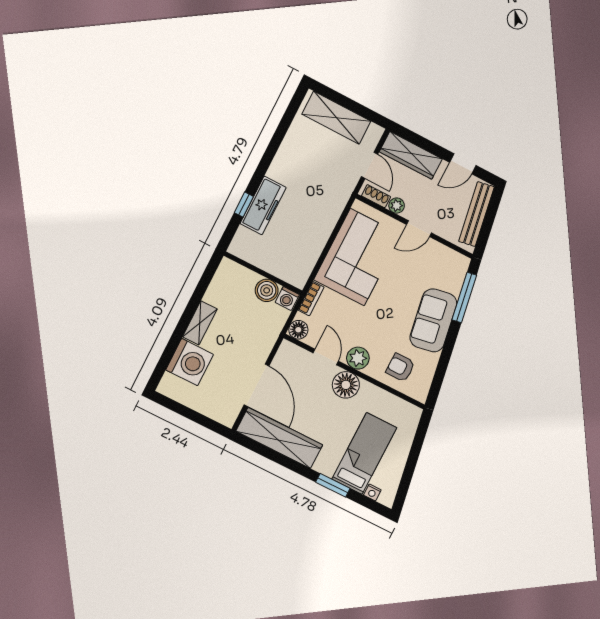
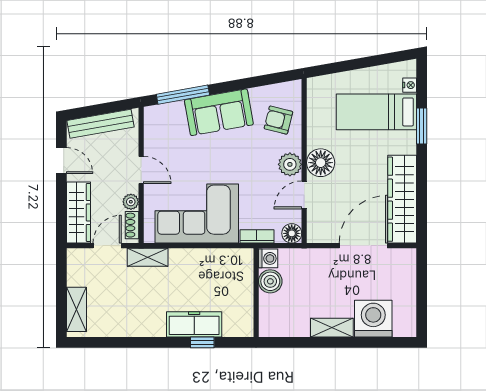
shelving: (336, 118) -> (76, 309), width x0.67, depth x0.75
shelving: (342, 195) -> (148, 257), added
armchair: (400, 367) -> (278, 120), turned 104

